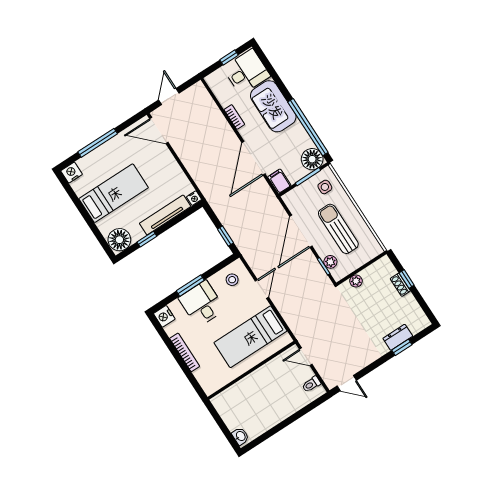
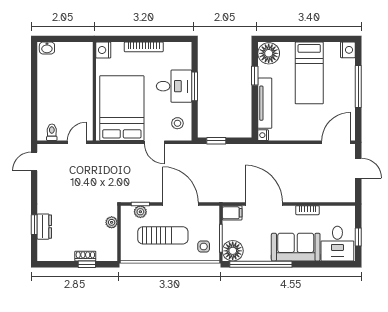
nightstand: (164, 316) -> (103, 50), moved, turned -90
bed: (250, 337) -> (122, 108), width x1.50

